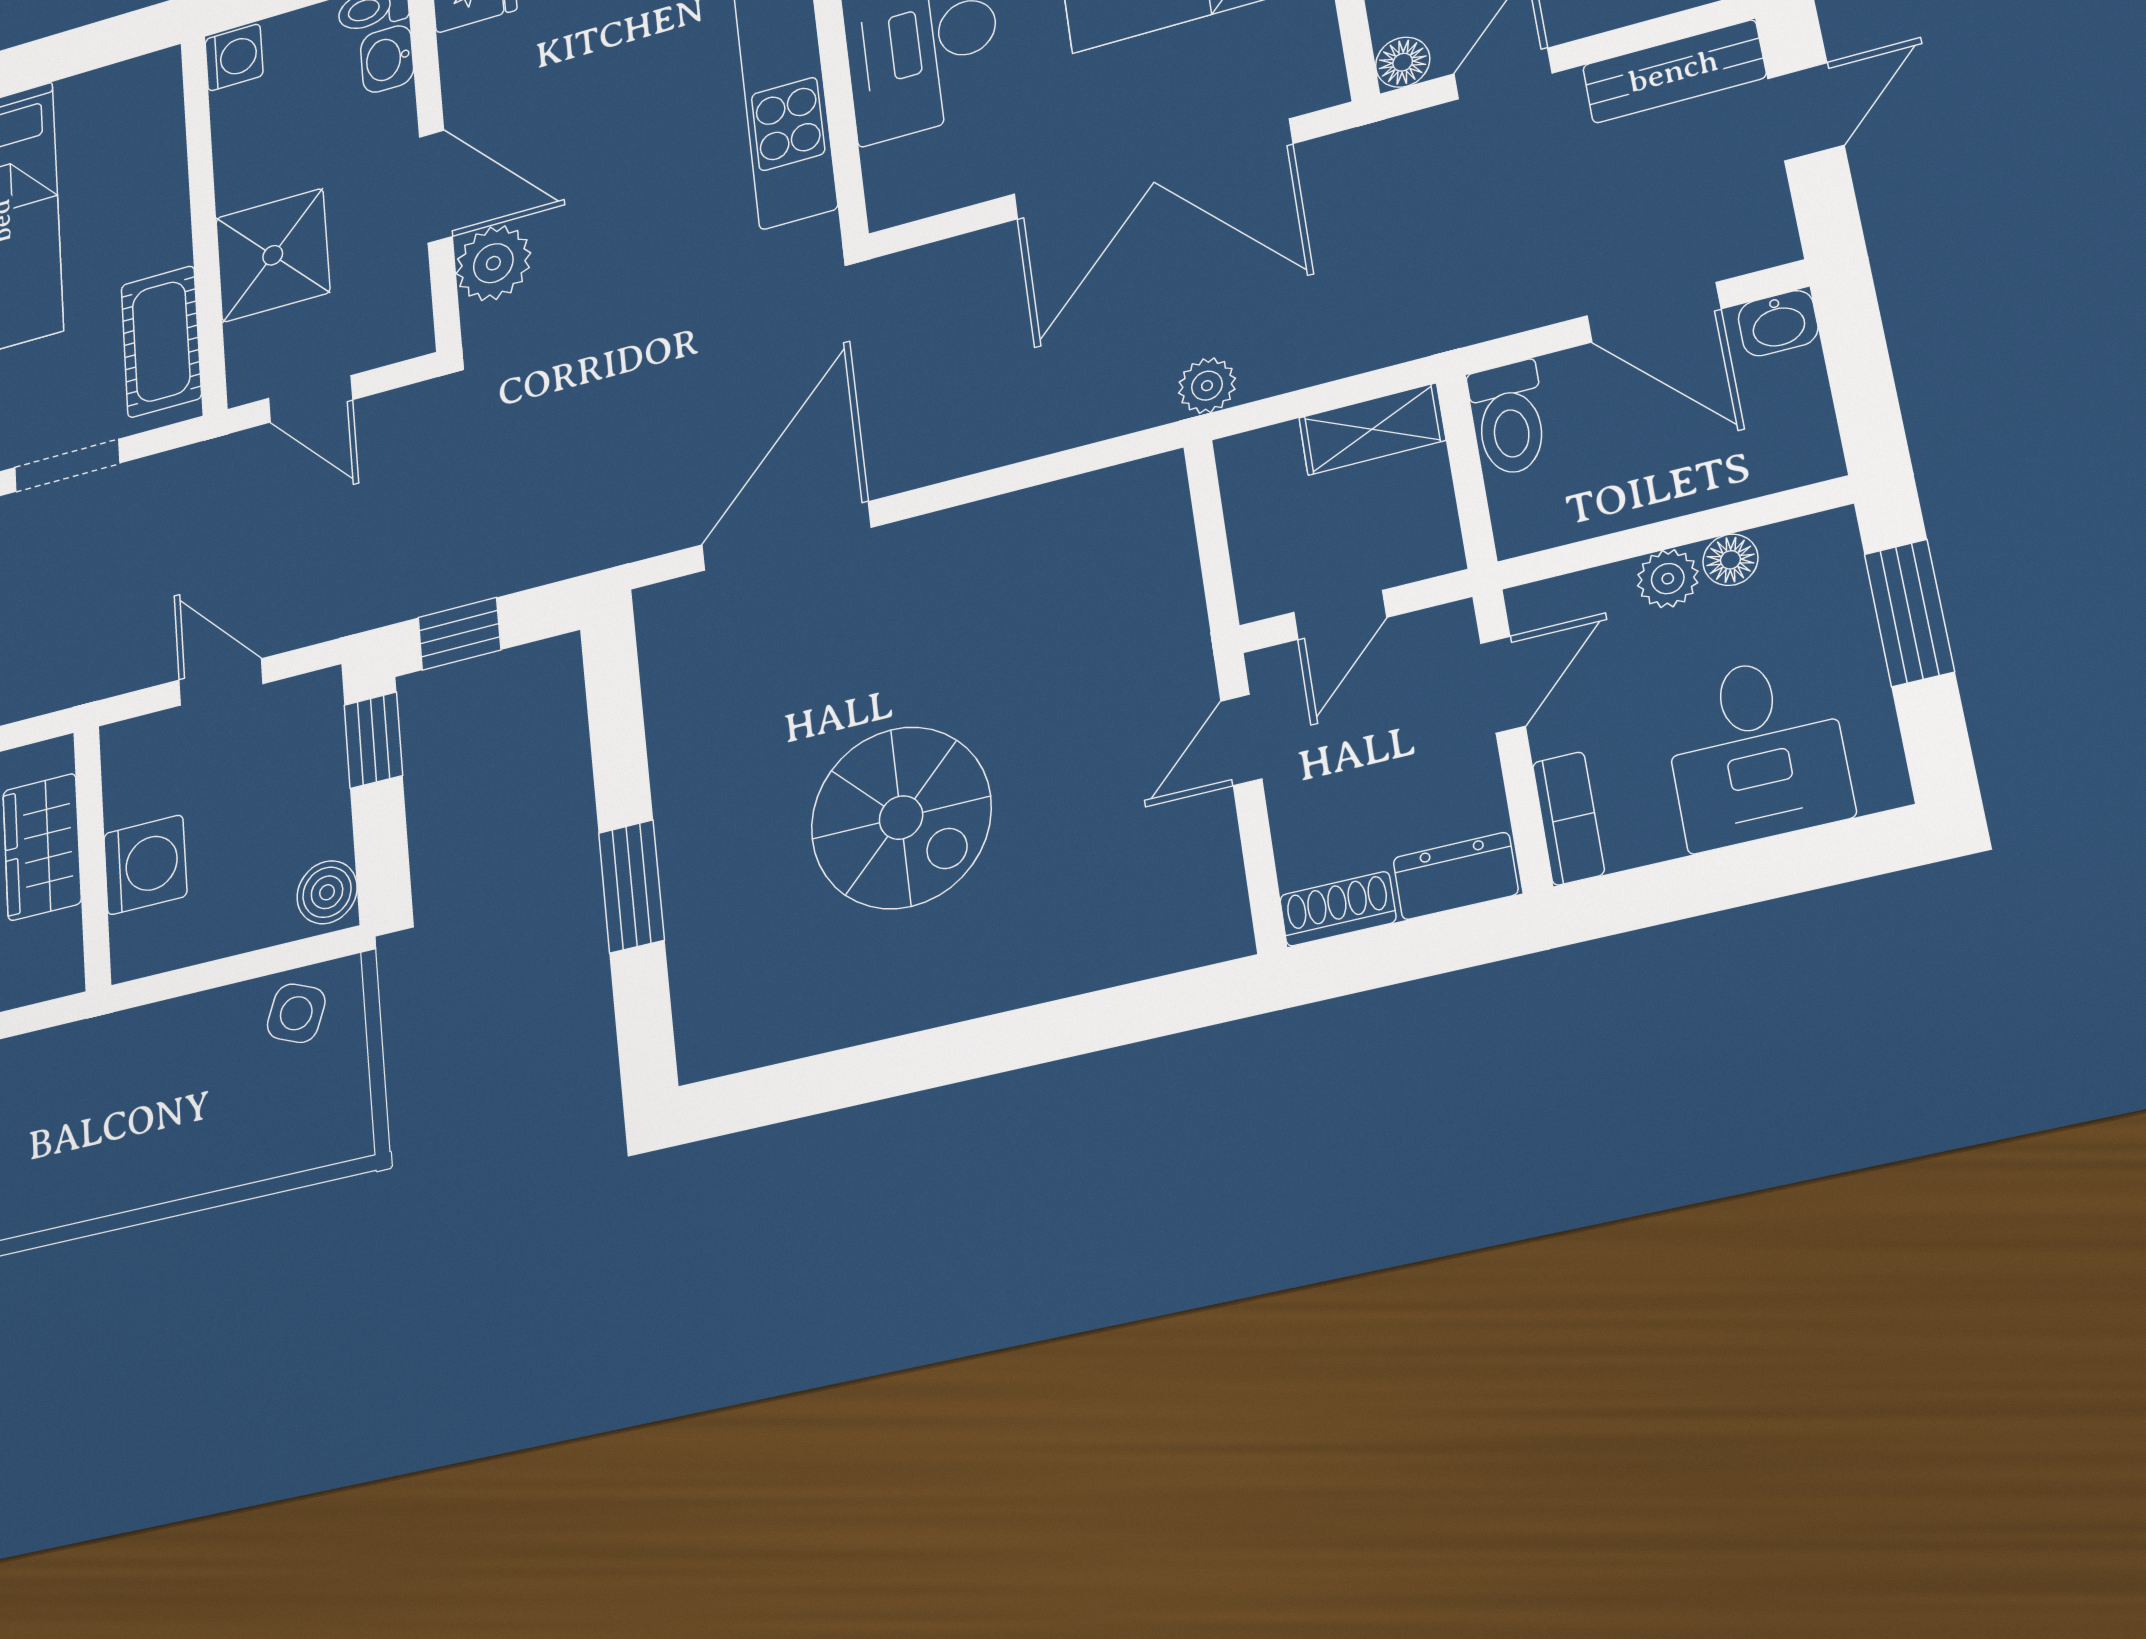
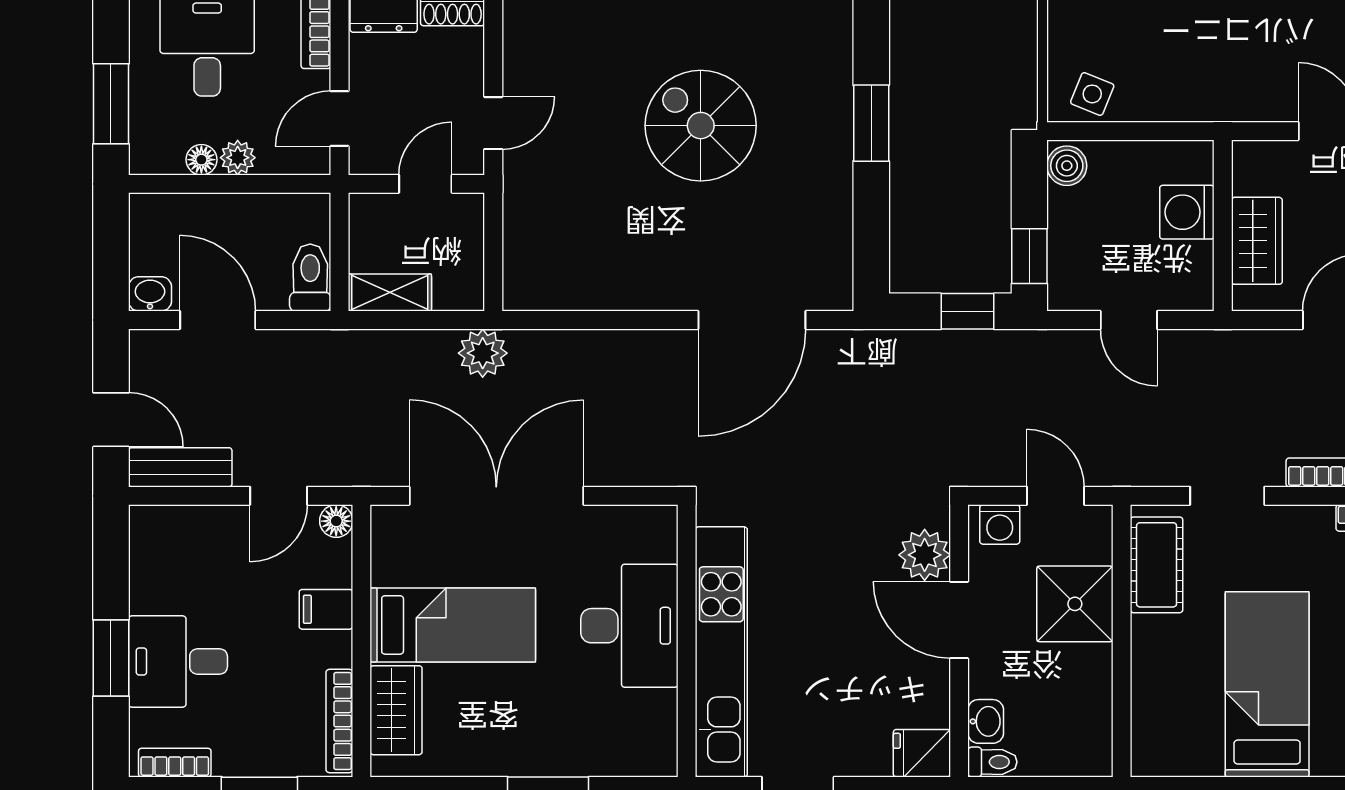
washing machine: (234, 57) -> (1000, 524), moved, turned -90
door: (1806, 112) -> (111, 420), swing flipped
plant: (1207, 386) -> (483, 353), width x1.38, depth x1.38

